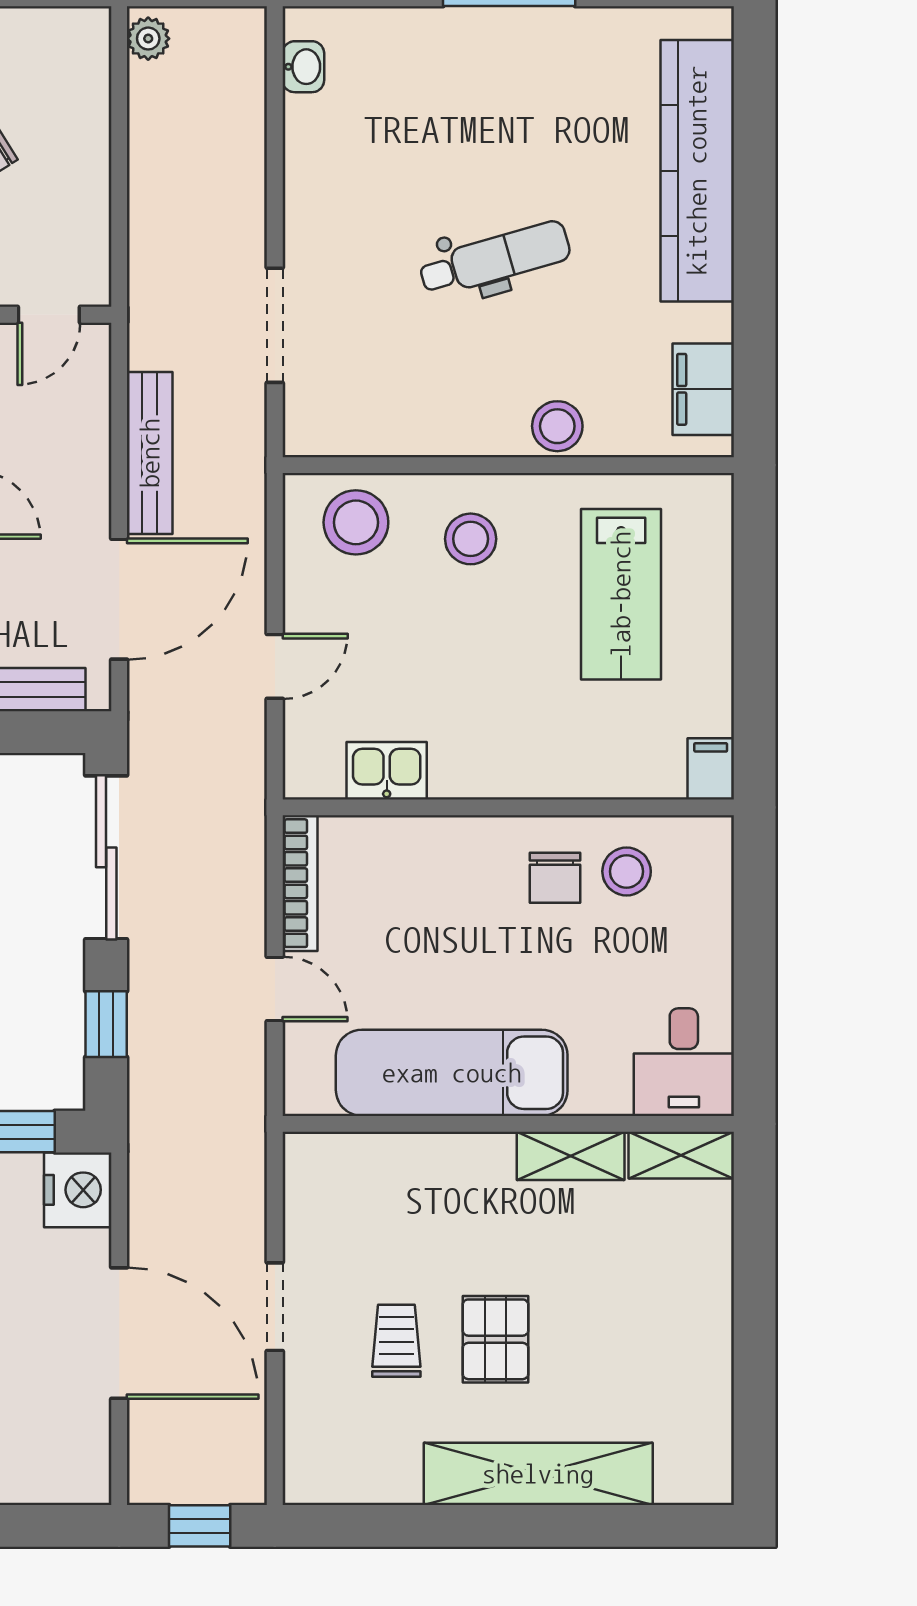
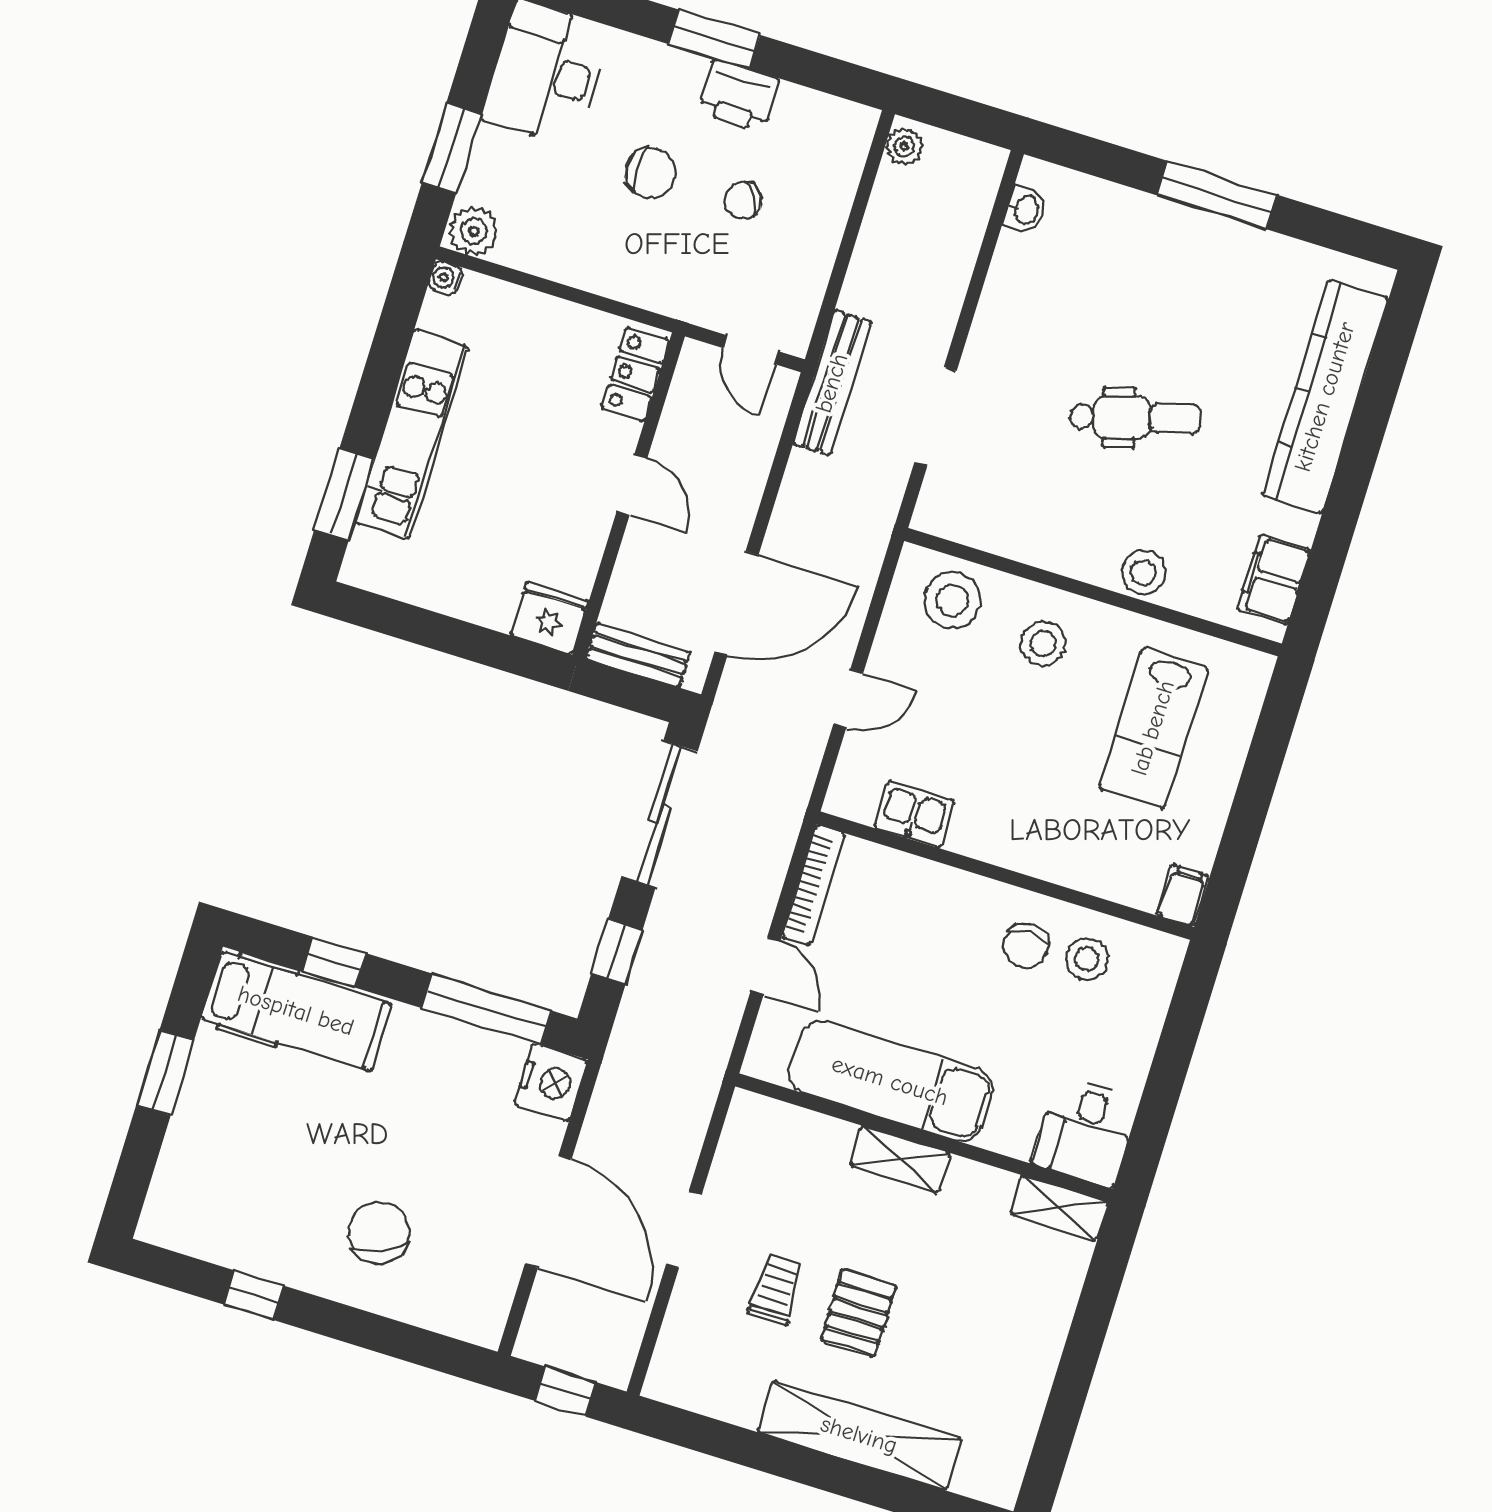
door: (49, 315) -> (751, 350), hinge flipped
bench: (150, 453) -> (832, 383), moved
shelving: (571, 1156) -> (900, 1159), moved

